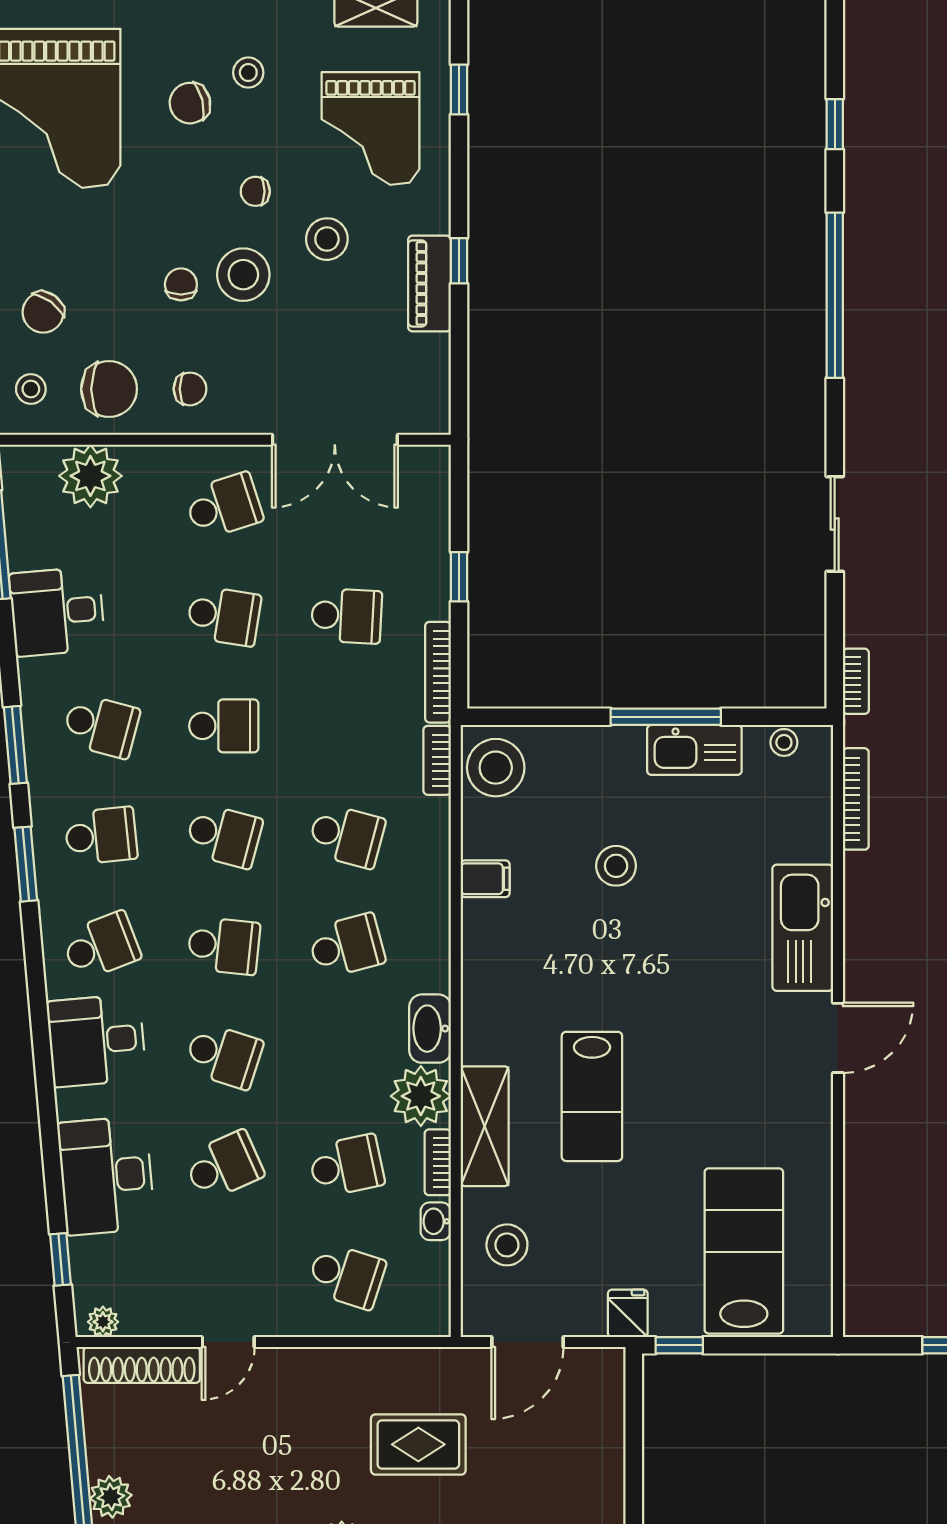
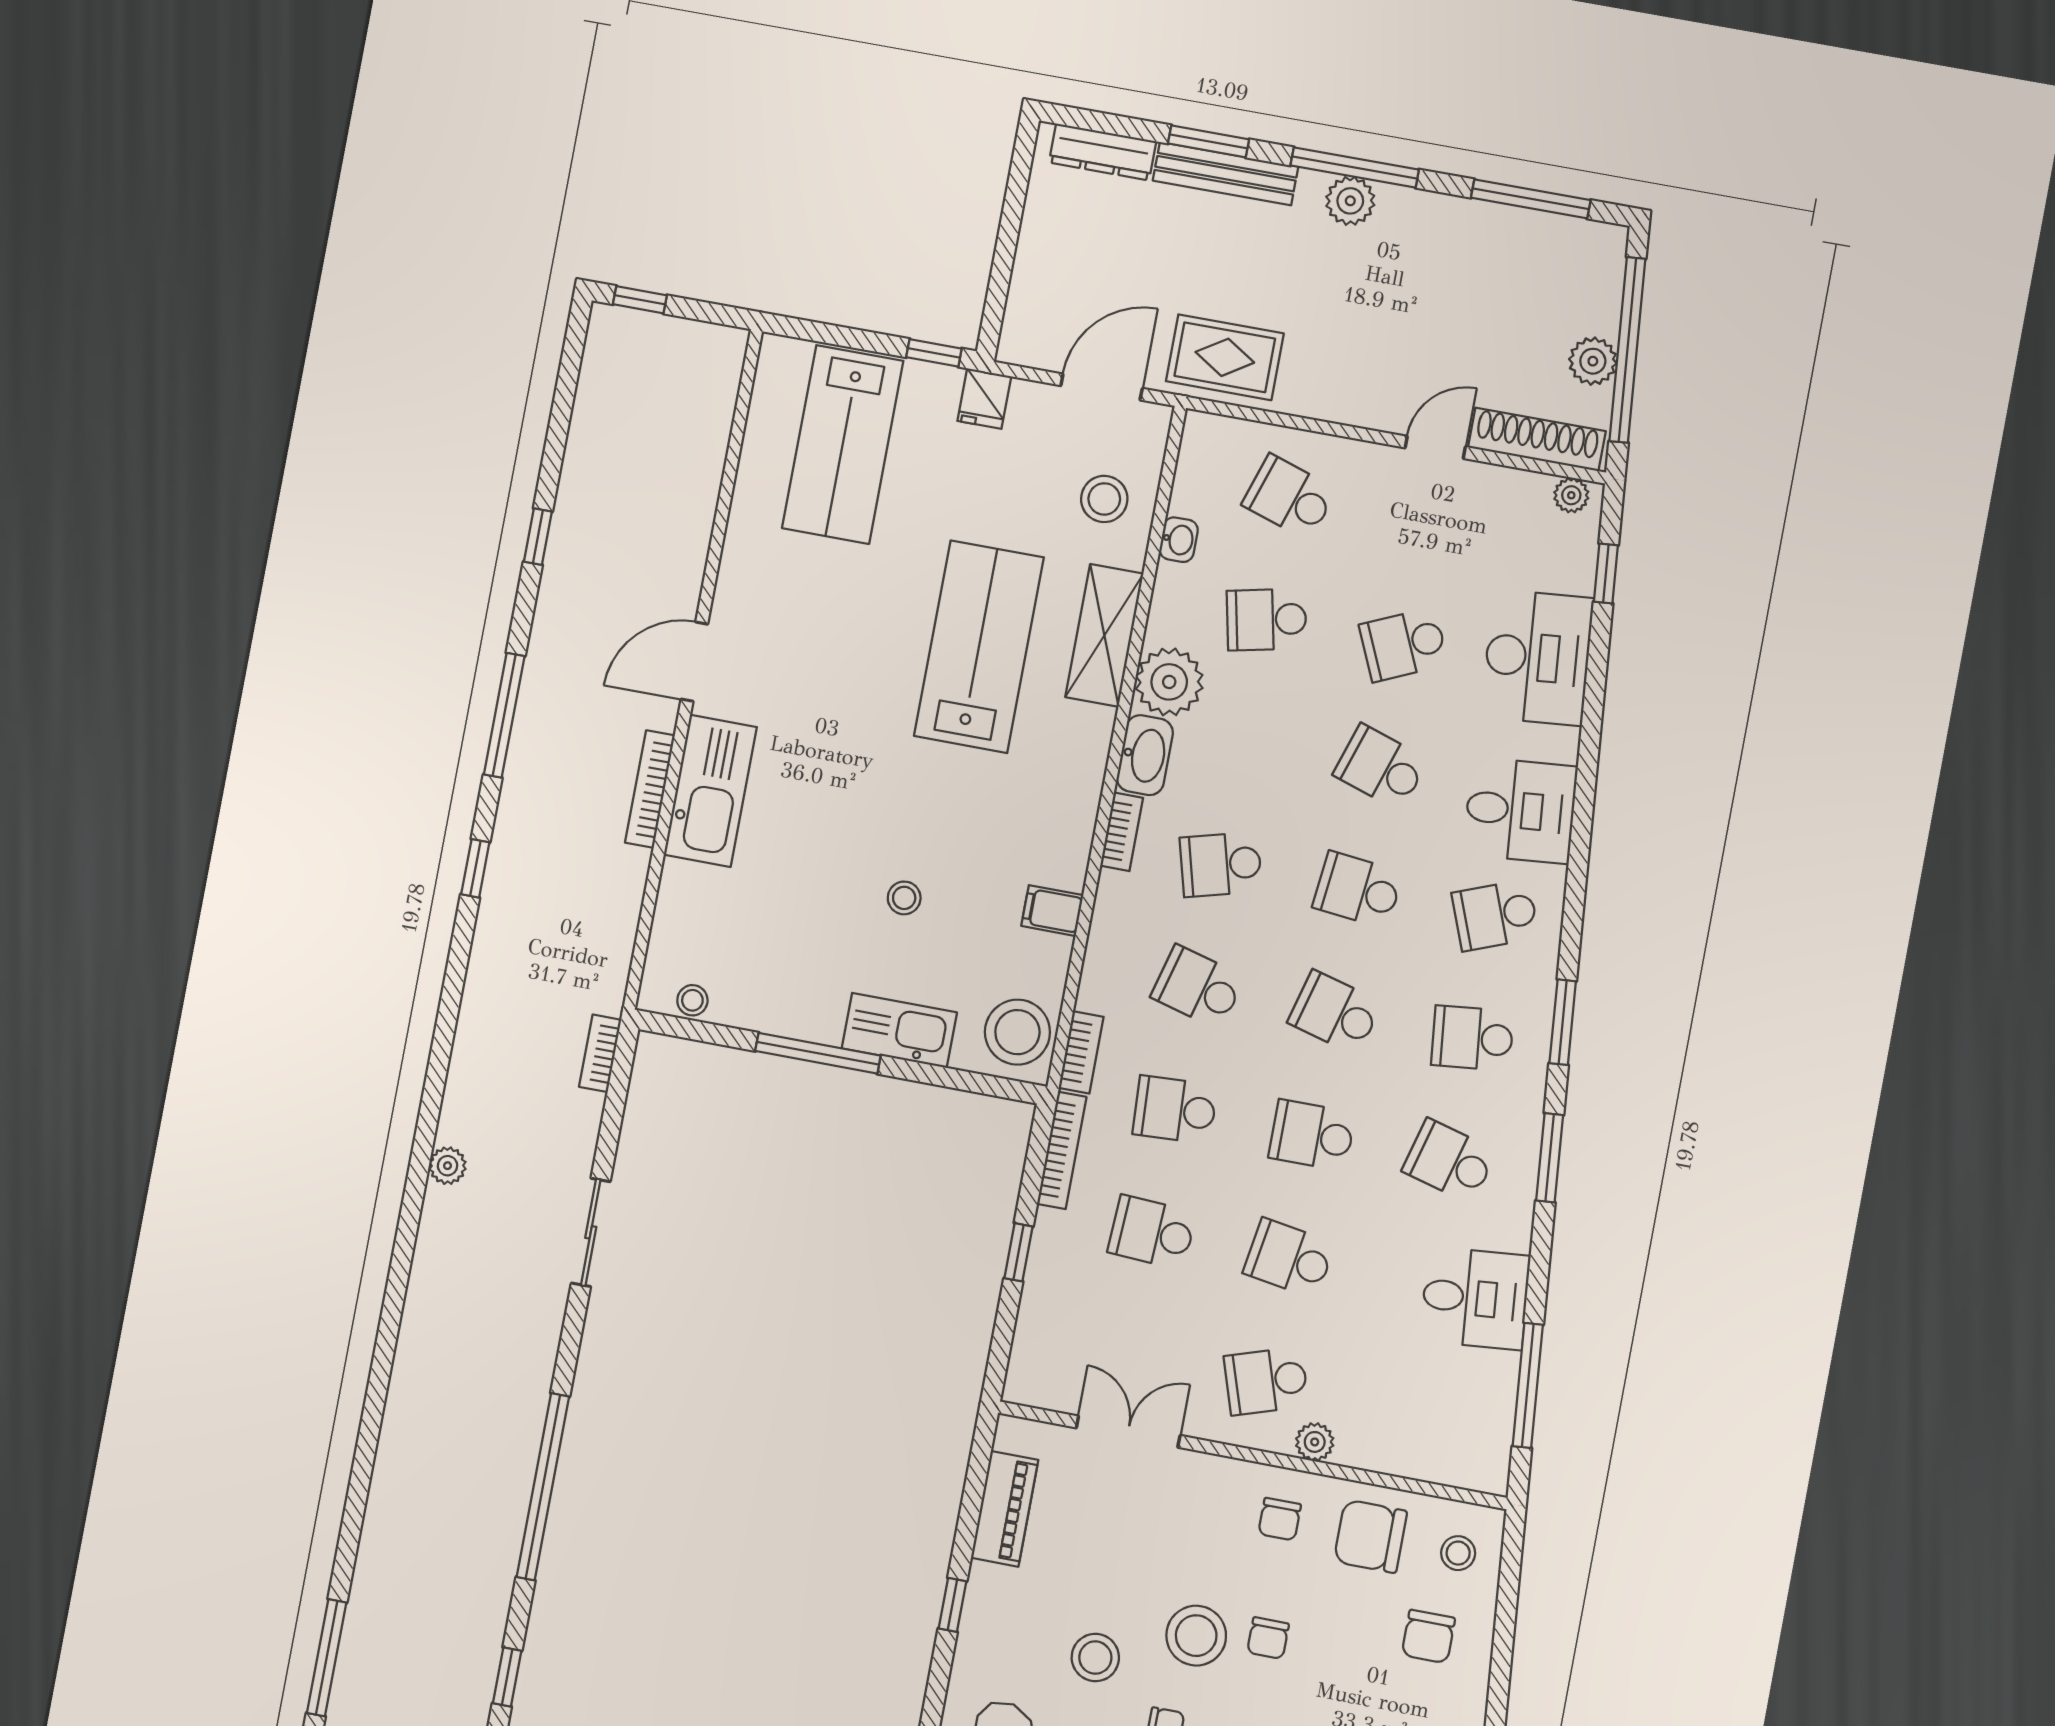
piano: (430, 283) -> (1005, 1509), moved
chair: (43, 312) -> (1428, 1636), turned 144
chair: (190, 389) -> (1280, 1519), turned -90
double door: (335, 440) -> (1128, 1432), width x0.73
plant: (90, 476) -> (1315, 1442), moved, width x0.53, depth x0.53
school desk: (347, 726) -> (1175, 1110), added
kitchen sink: (694, 750) -> (899, 1030), moved
bookcase: (856, 799) -> (650, 789), moved
stool: (616, 866) -> (904, 898), width x0.73, depth x0.73
lab bench: (592, 1096) -> (979, 647), width x1.36, depth x1.39
bookcase: (438, 1162) -> (1122, 832), moved
rug: (418, 1444) -> (1225, 357), moved
plant: (111, 1497) -> (1593, 361), moved

